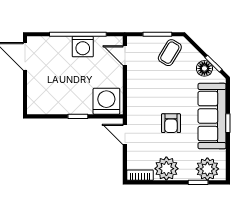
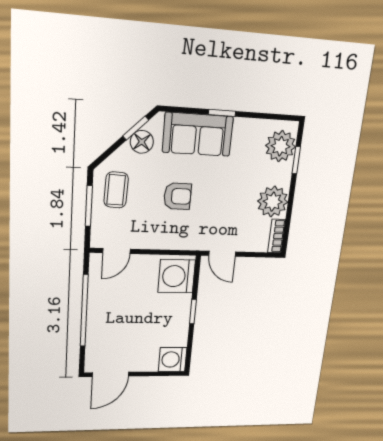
washing machine: (83, 47) -> (173, 359), moved, turned 180
coffee table: (170, 53) -> (116, 190), turned 61
sofa: (212, 116) -> (198, 134), width x0.73
armchair: (171, 123) -> (178, 196), moved
door: (125, 134) -> (222, 254), hinge flipped

